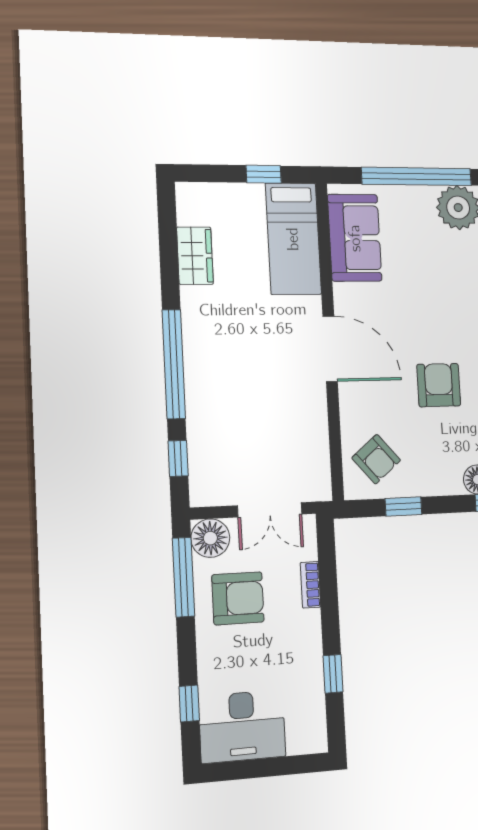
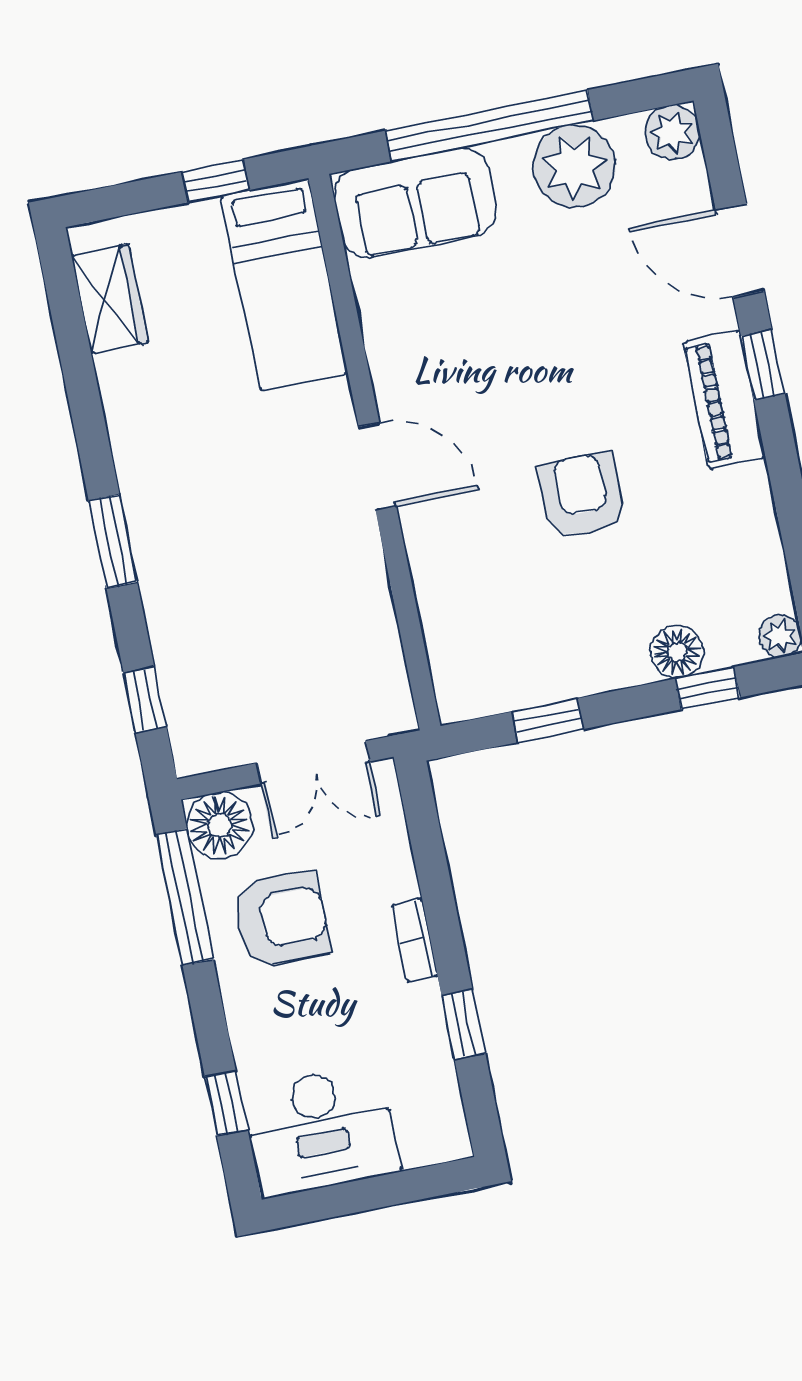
sofa: (355, 238) -> (415, 203), moved, turned 90
wardrobe: (195, 256) -> (110, 299), moved
door: (330, 349) -> (377, 466), width x0.73
window: (174, 364) -> (113, 541), width x0.47
armchair: (376, 459) -> (487, 645), removed
bookcase: (310, 585) -> (415, 940), moved

